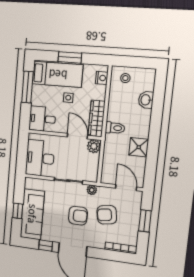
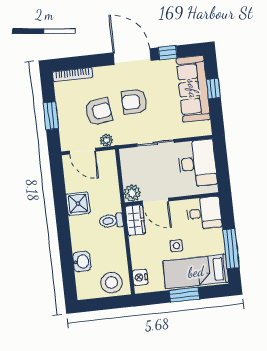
stool: (125, 78) -> (112, 283), width x1.89, depth x1.89
wardrobe: (97, 119) -> (135, 220), width x0.67
plant: (92, 190) -> (106, 140), moved

